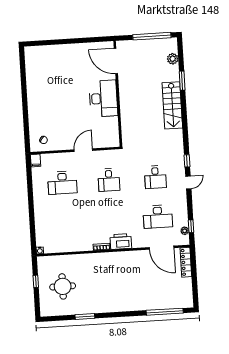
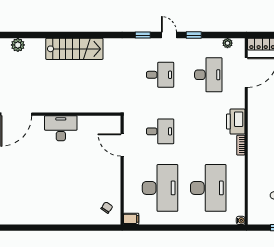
window: (182, 81) -> (45, 35), removed
desk: (103, 98) -> (61, 128), width x0.73, depth x0.77
door: (83, 150) -> (122, 145), moved
desk: (62, 183) -> (160, 188), width x1.36, depth x1.30
desk: (65, 222) -> (208, 188), added
window: (191, 226) -> (194, 35), moved

